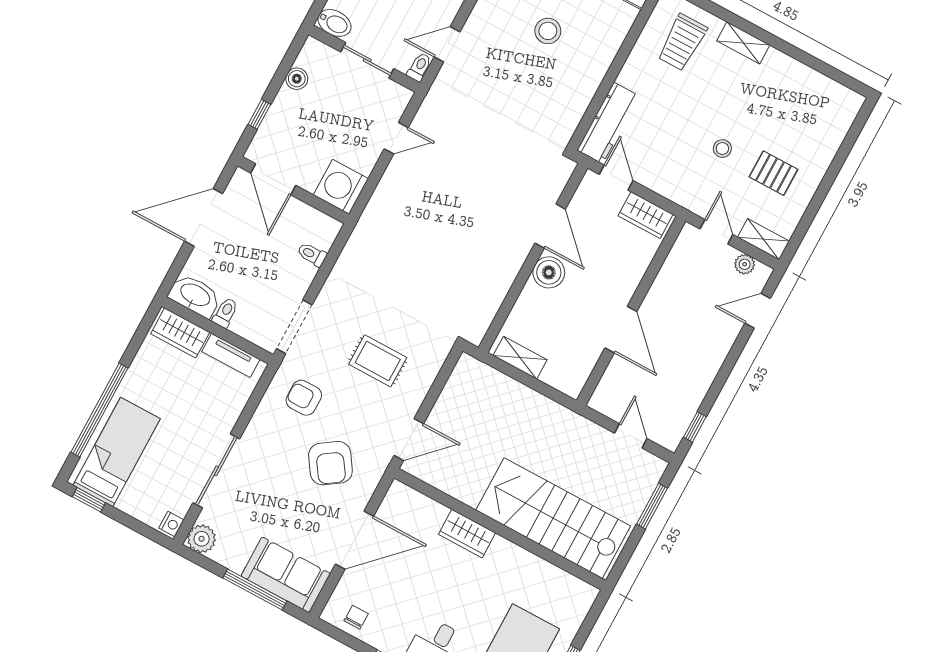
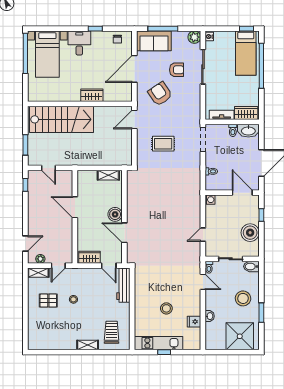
door: (447, 44) -> (203, 282), hinge flipped
boiler: (297, 79) -> (250, 233), width x1.86, depth x1.86
washing machine: (341, 187) -> (210, 200), width x0.53, depth x0.53
door: (716, 232) -> (58, 266), hinge flipped
armchair: (304, 398) -> (177, 70), moved

